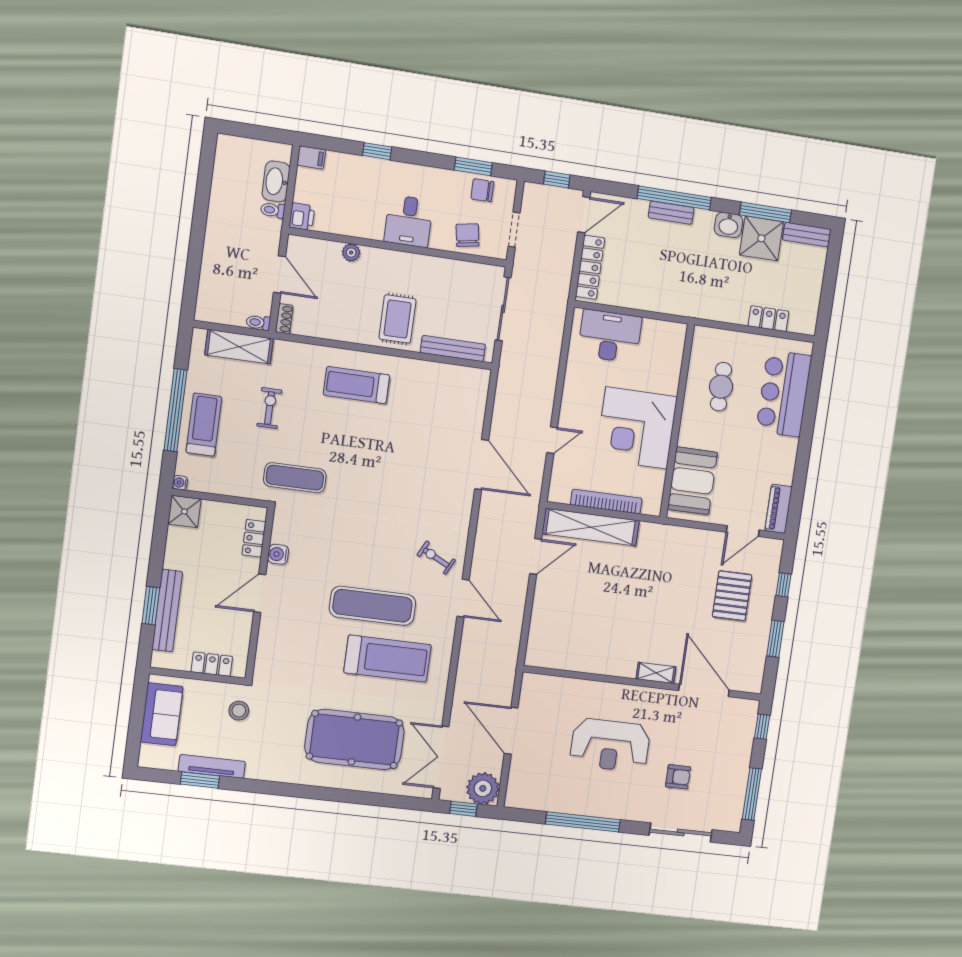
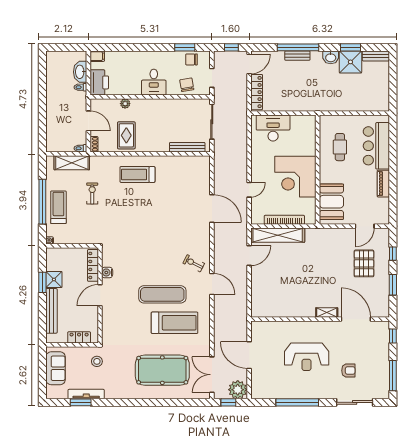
window: (377, 151) -> (132, 47), removed
window: (765, 212) -> (351, 47), width x0.69
printer: (302, 217) -> (99, 82), width x1.87, depth x1.48
rug: (397, 319) -> (126, 135), moved
locker: (768, 319) -> (361, 105), removed
exercise mat: (295, 478) -> (111, 229), removed
piano: (779, 509) -> (383, 184), moved
shower: (184, 512) -> (54, 279), moved
locker: (254, 538) -> (93, 265), width x1.53
window: (151, 606) -> (42, 282), moved

